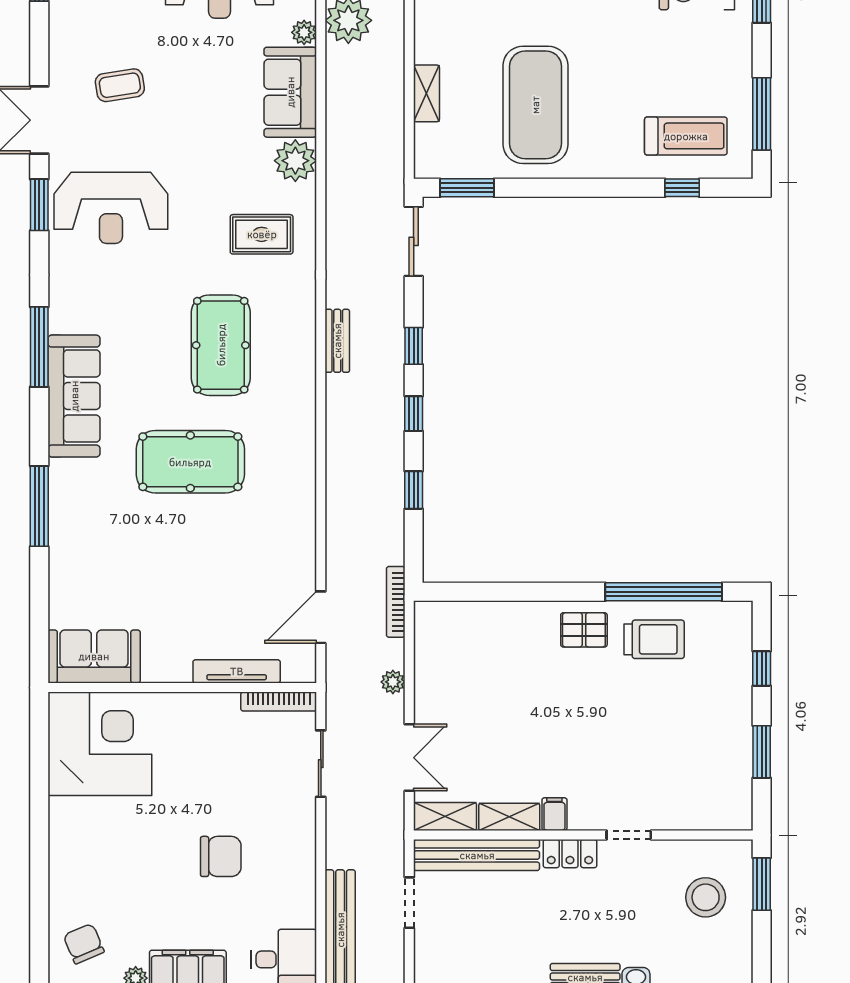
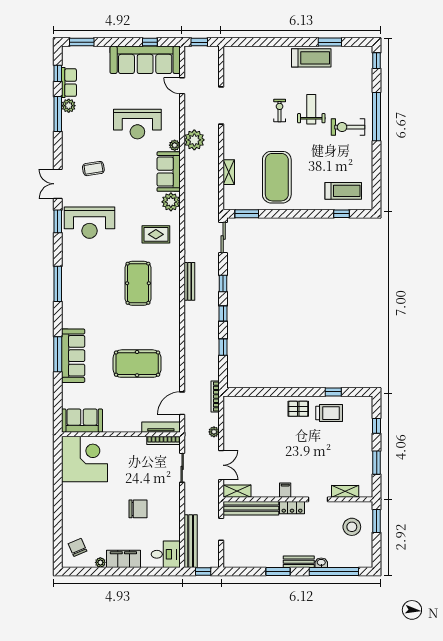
window: (762, 114) -> (377, 181), removed
bench: (337, 341) -> (189, 281), width x1.36
sofa: (74, 396) -> (73, 356), moved
pool table: (190, 462) -> (137, 364), moved
window: (664, 592) -> (333, 392), width x0.32
tv unit: (237, 671) -> (161, 427), moved
shelving: (509, 817) -> (345, 491), moved

